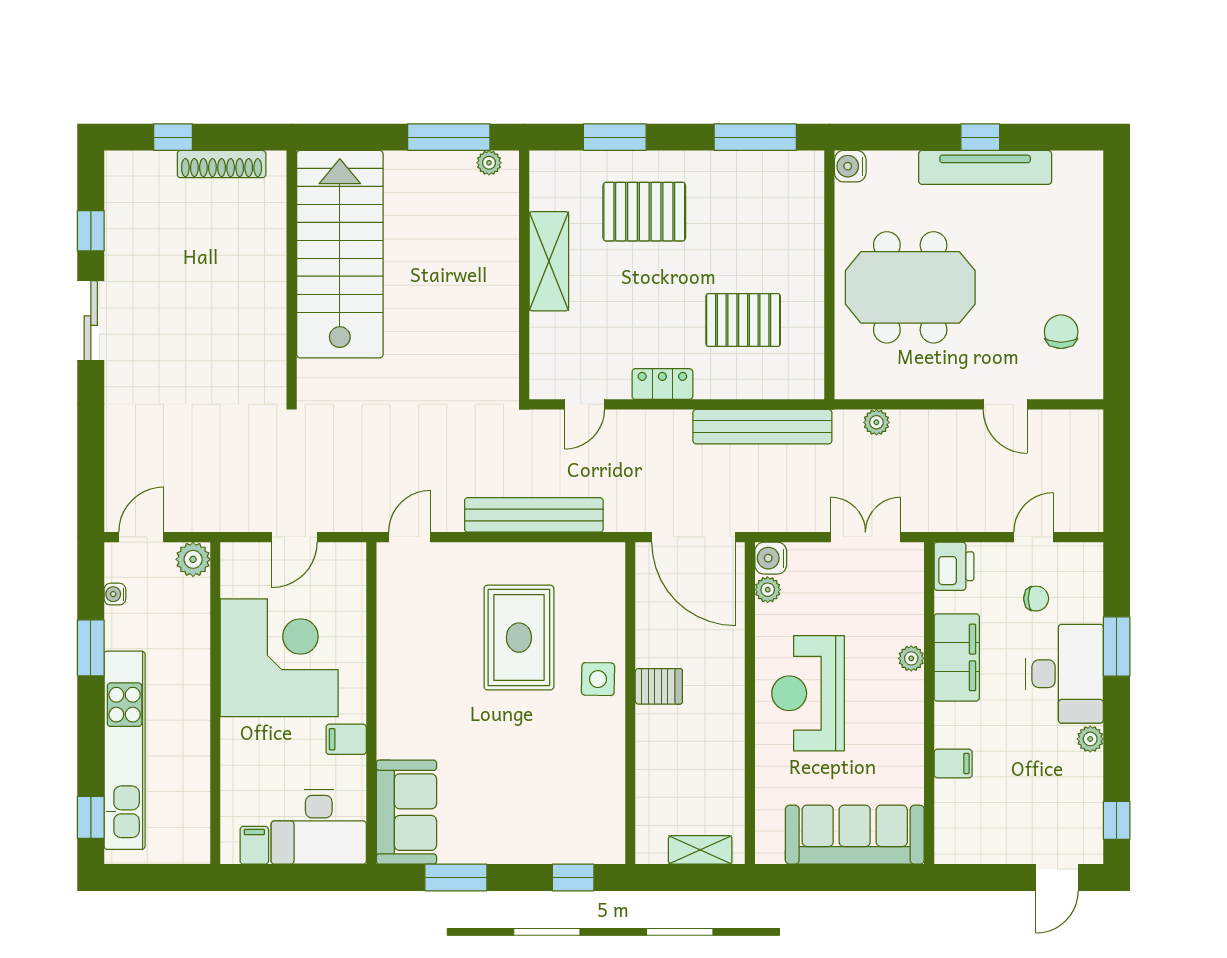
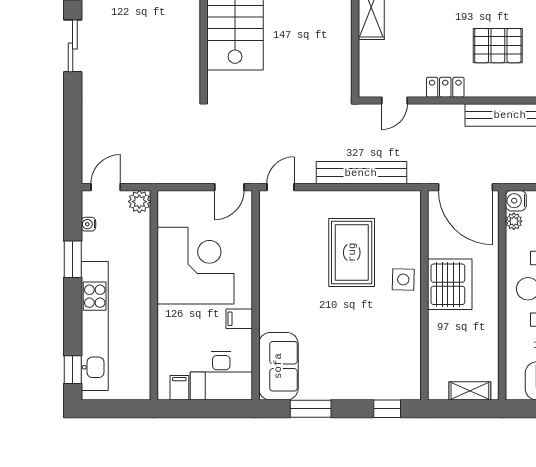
door: (294, 537) -> (229, 187), moved
server rack: (659, 686) -> (450, 284), width x2.18, depth x1.44

